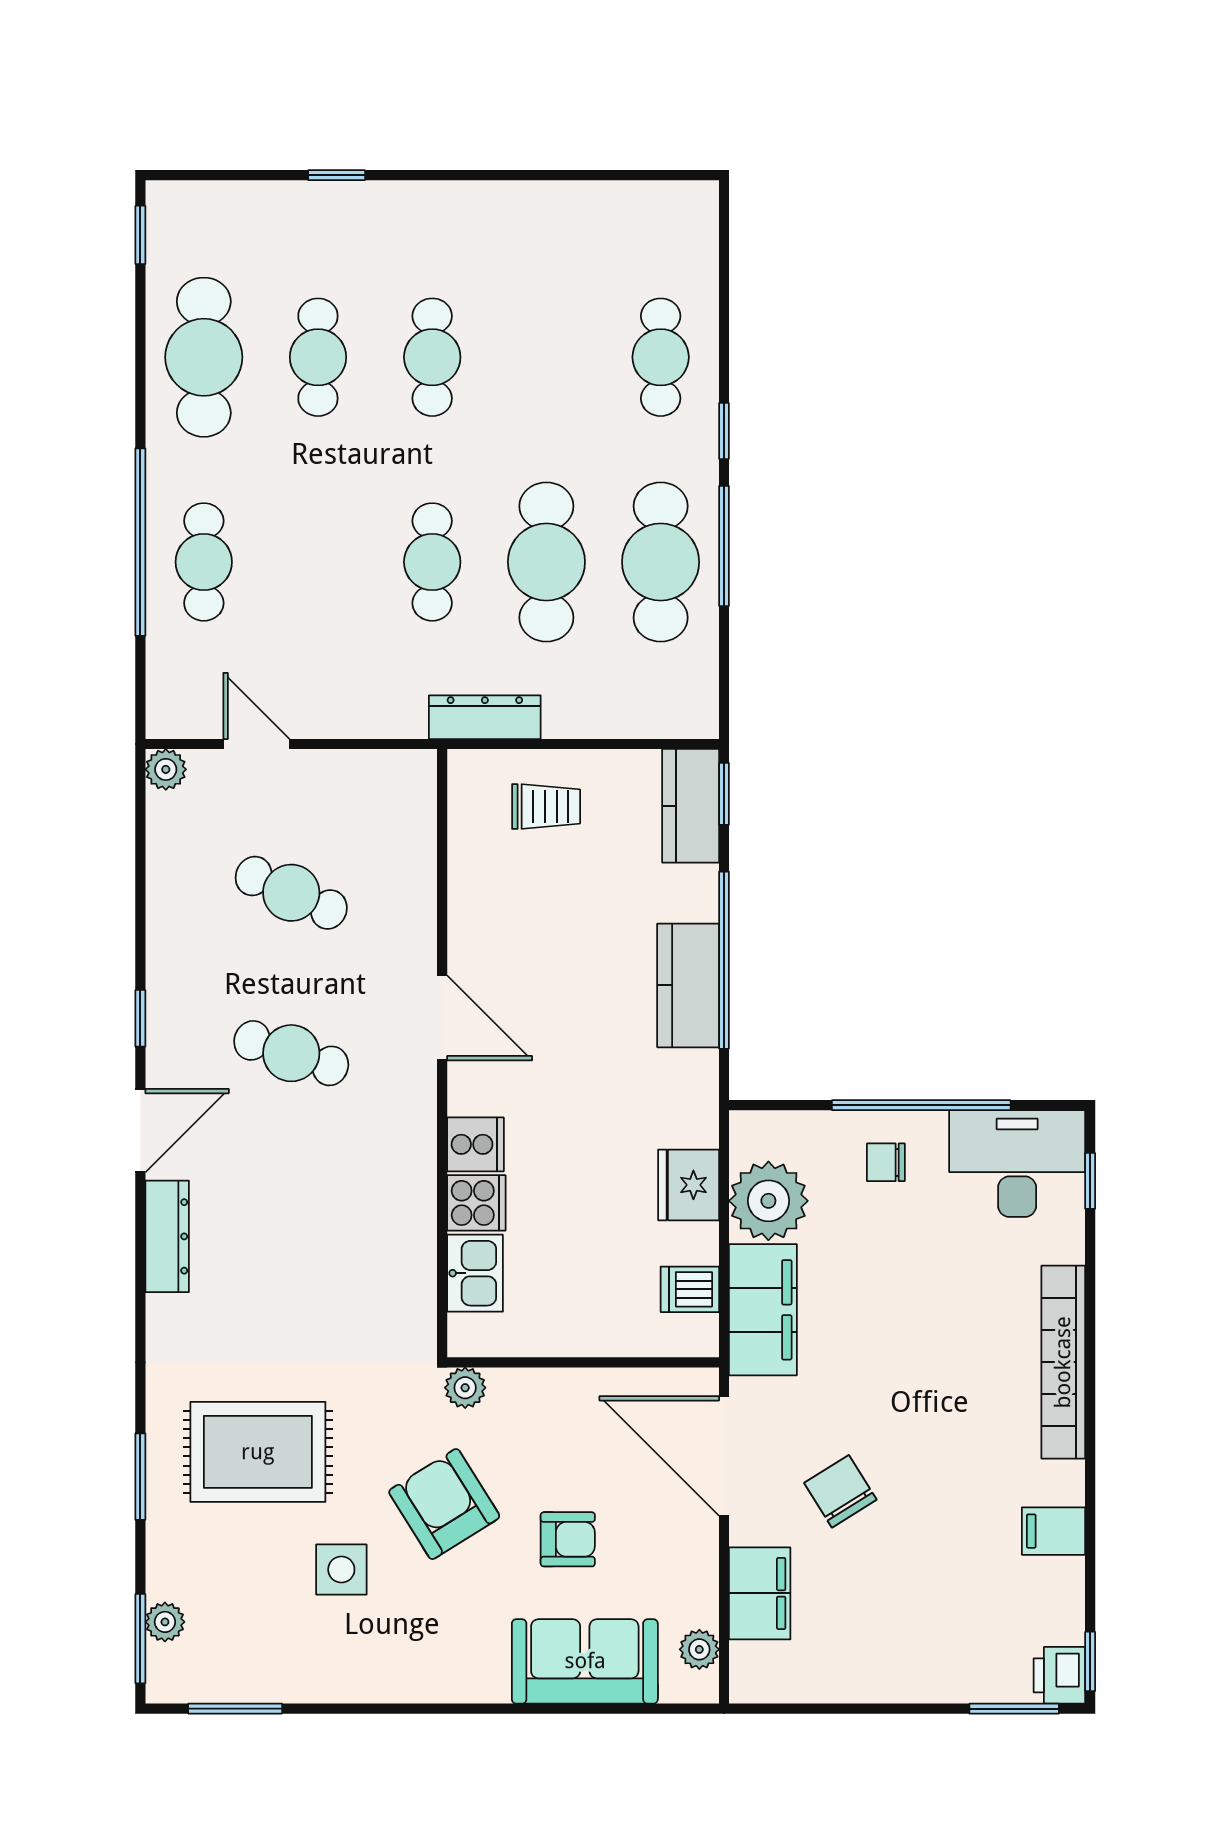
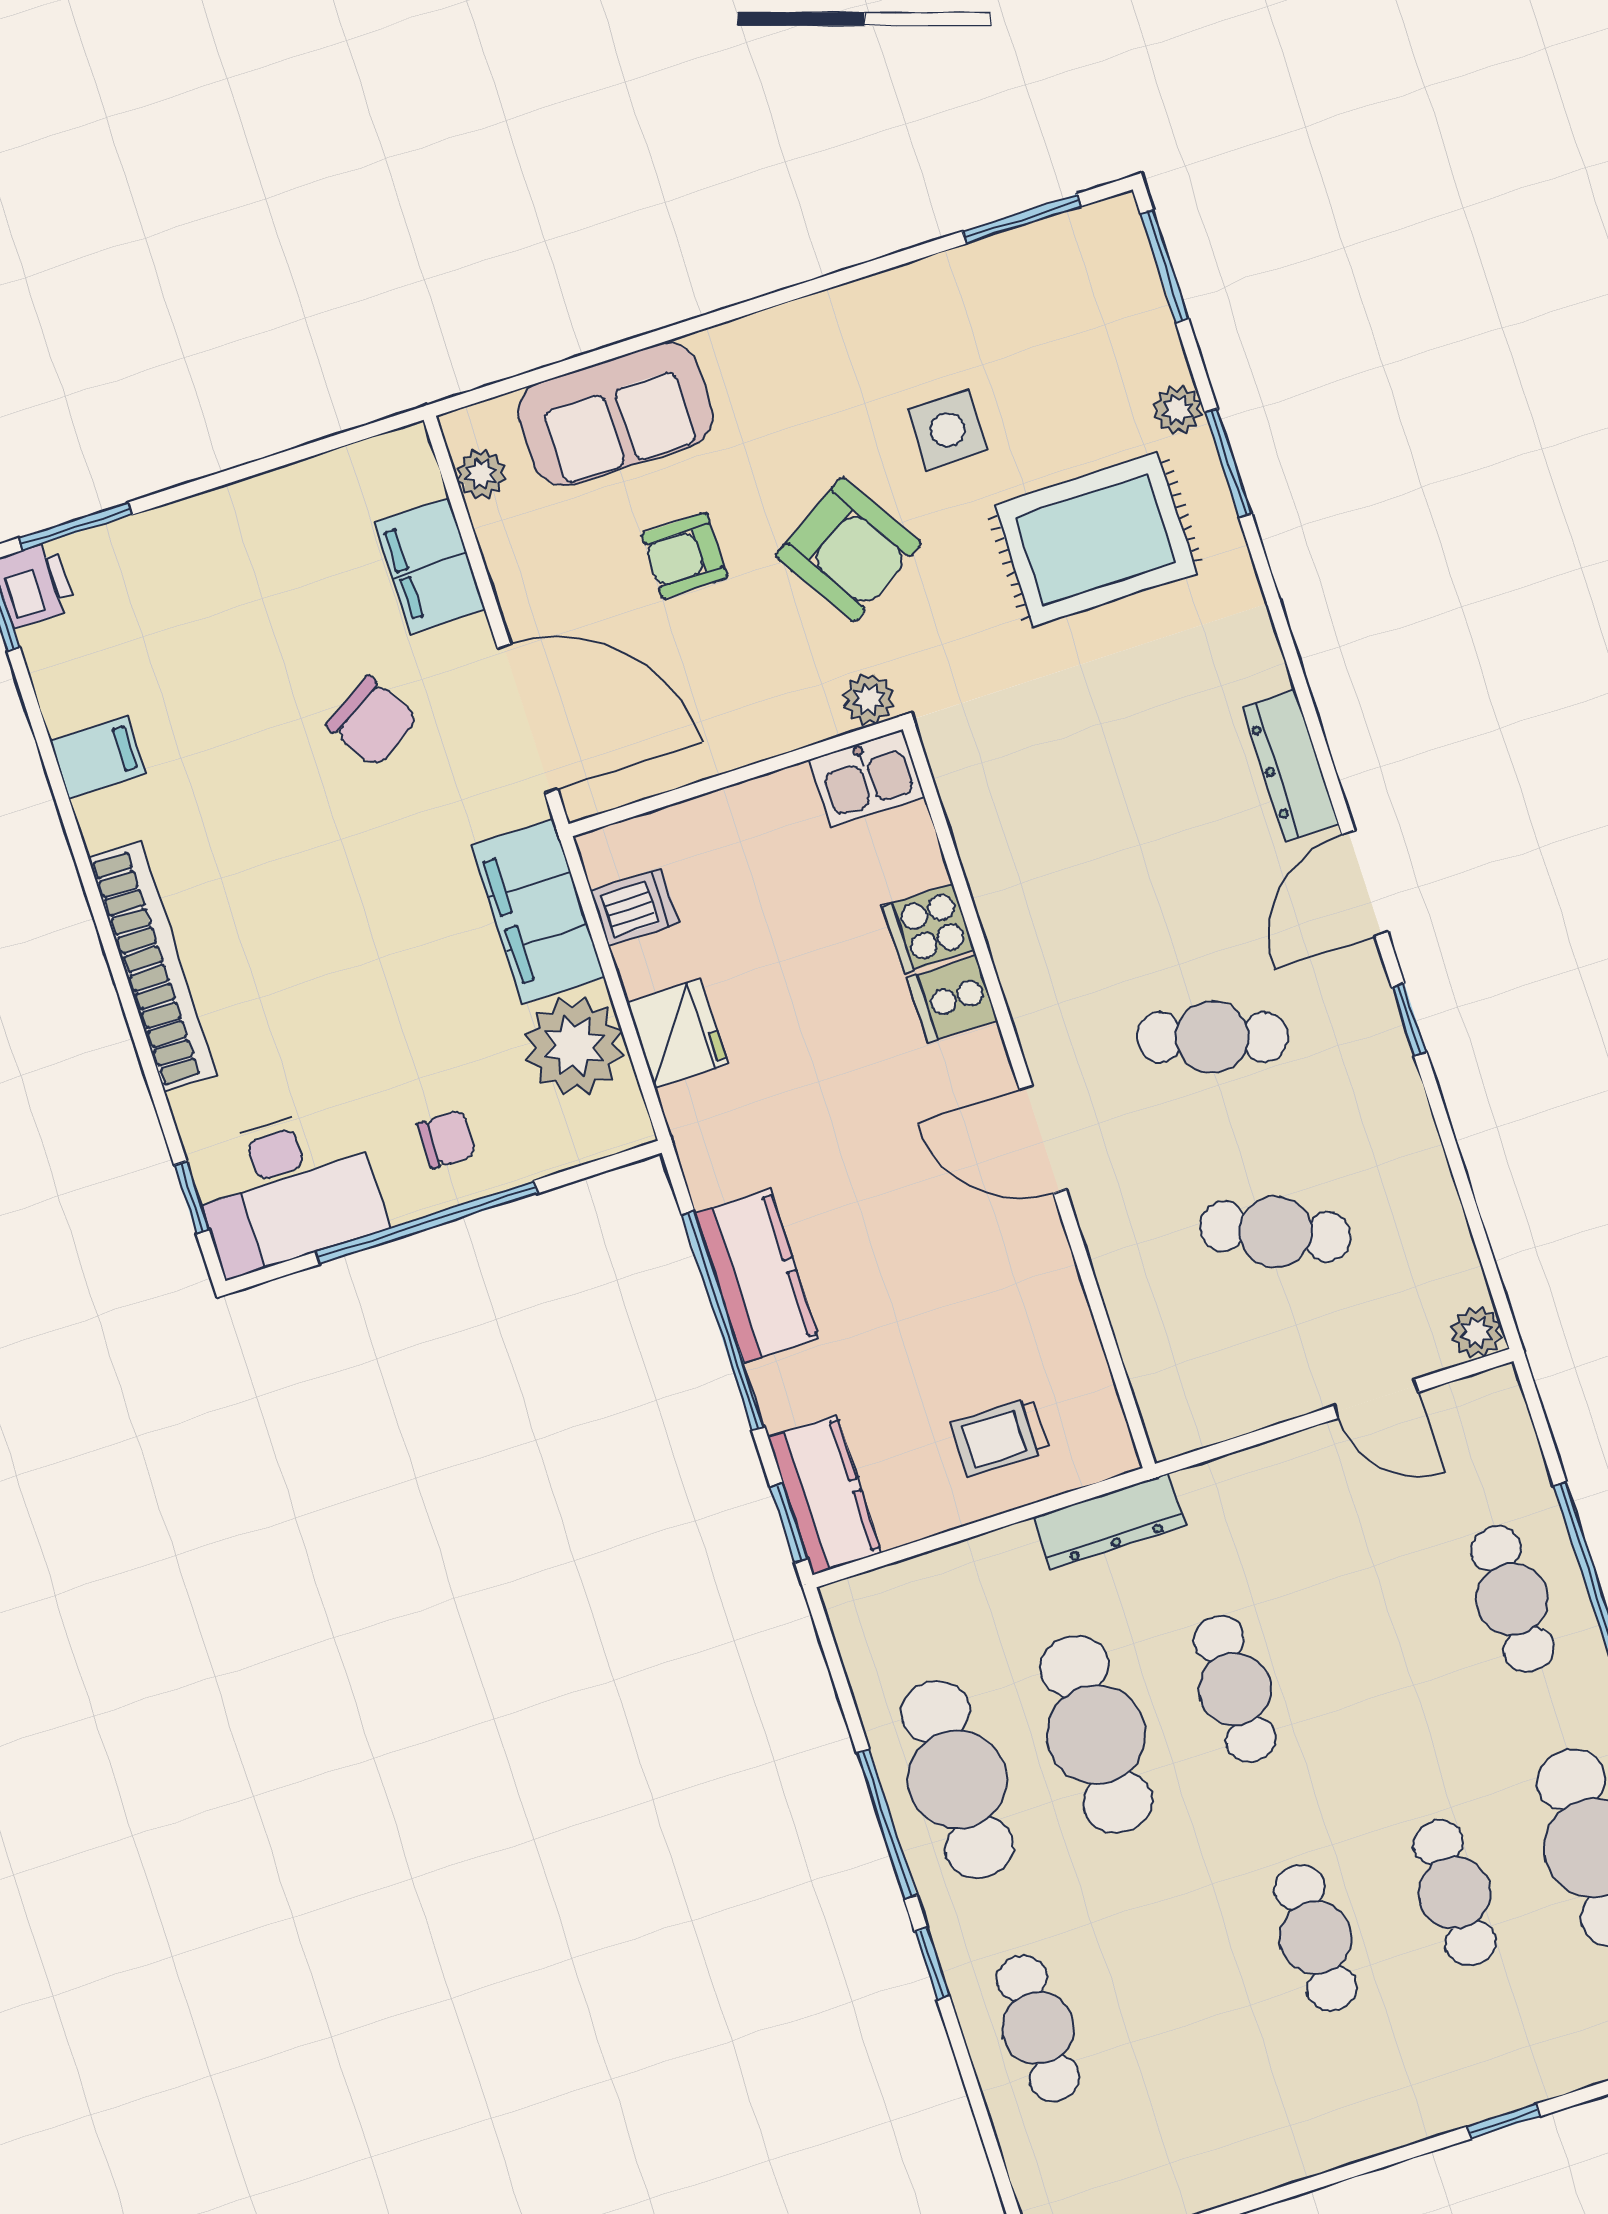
kitchen sink: (475, 1273) -> (867, 778), moved, turned -90
plant: (165, 1622) -> (1178, 410), moved

